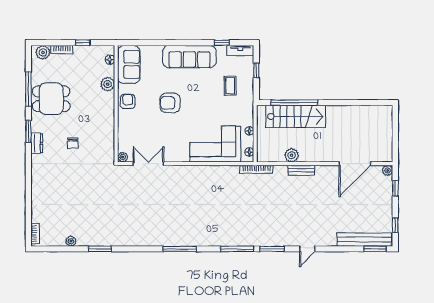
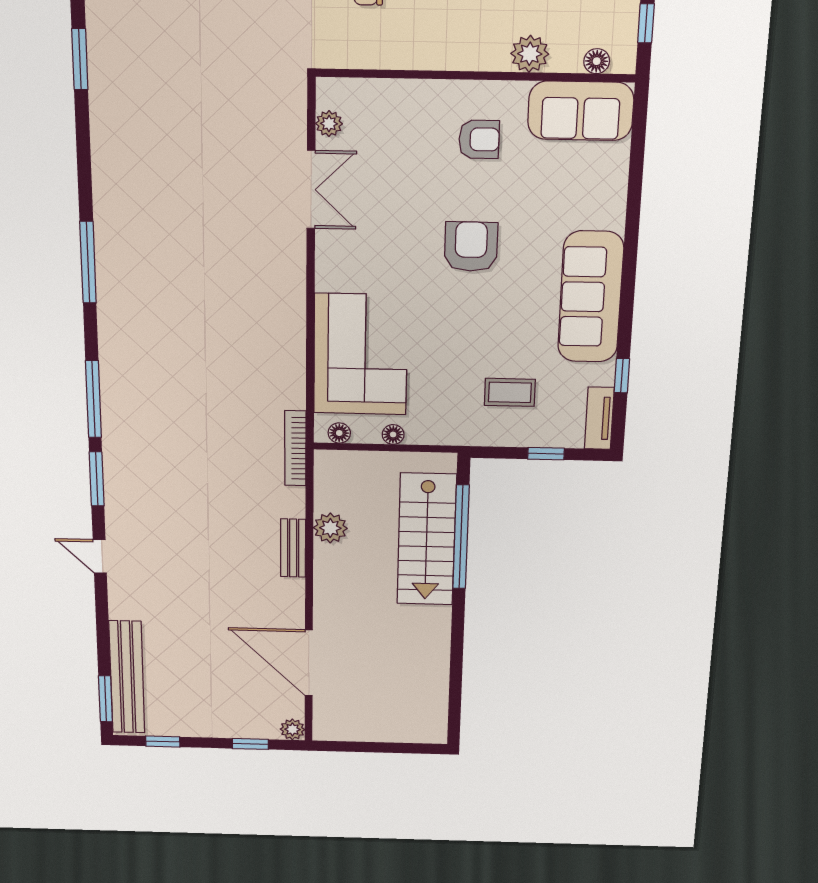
floor lamp: (110, 60) -> (597, 61), moved
sofa: (129, 64) -> (581, 111), moved
plant: (108, 84) -> (530, 54), moved
wall: (116, 104) -> (475, 76), moved

